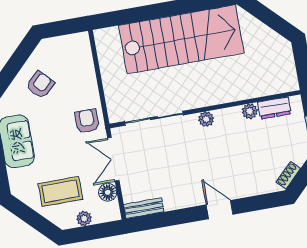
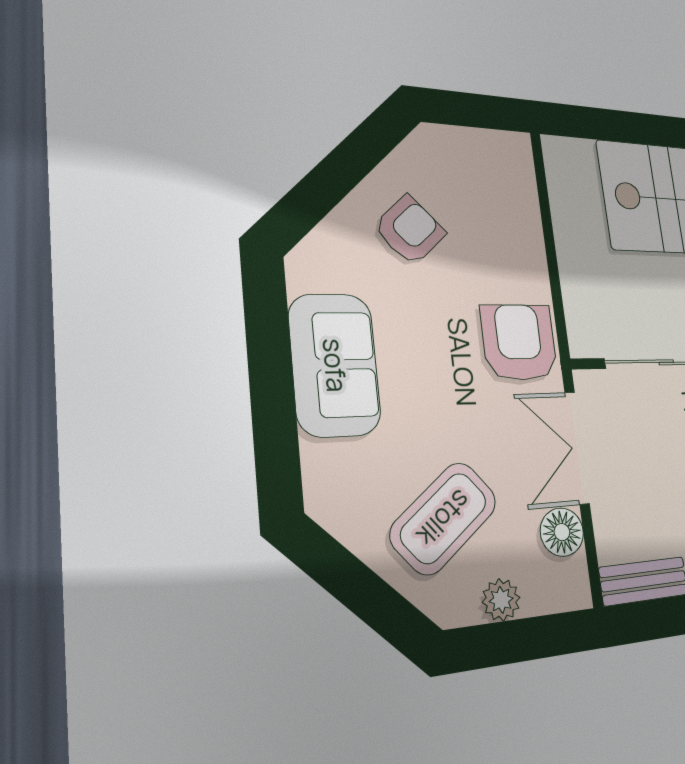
armchair: (87, 121) -> (519, 342), width x1.38, depth x1.38
coffee table: (60, 191) -> (444, 518), turned -39

